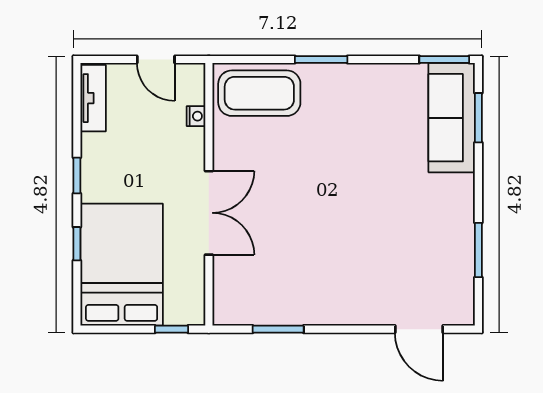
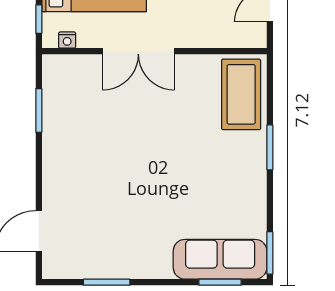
nightstand: (196, 116) -> (67, 40), moved

